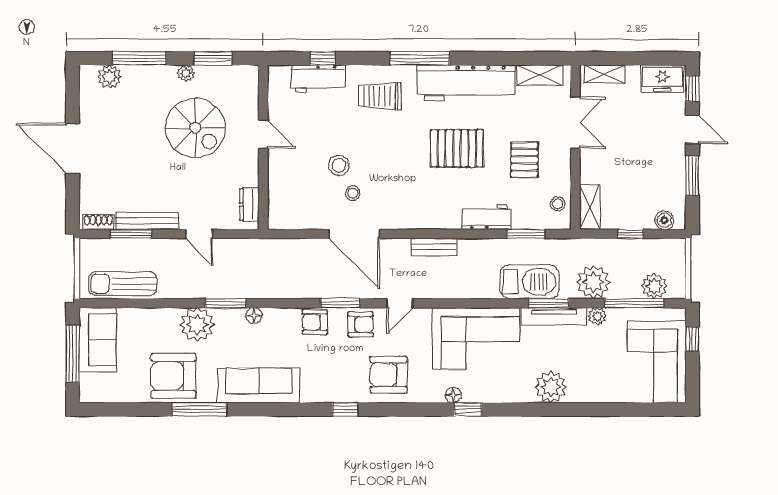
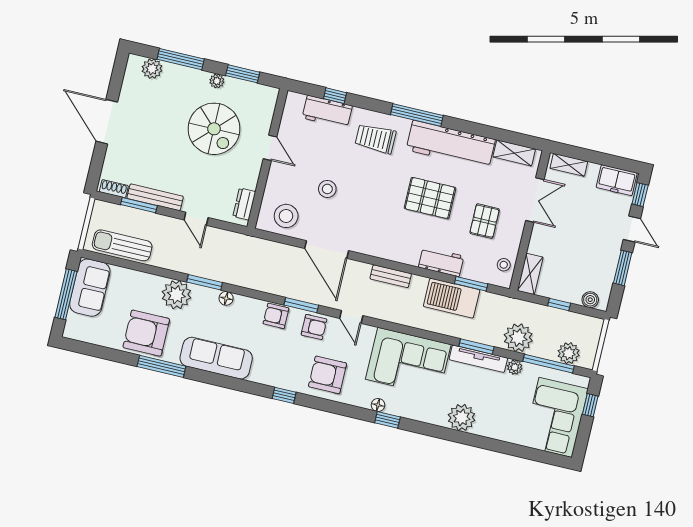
stool: (353, 193) -> (286, 216), moved, width x1.89, depth x1.89
barbecue: (529, 282) -> (452, 298), moved, turned 180
door: (400, 303) -> (351, 317), hinge flipped

